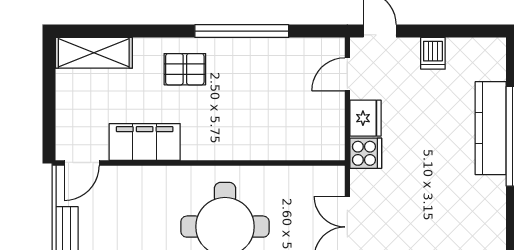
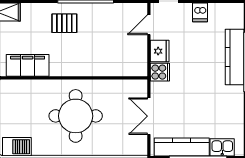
pallet: (185, 69) -> (64, 23), moved

